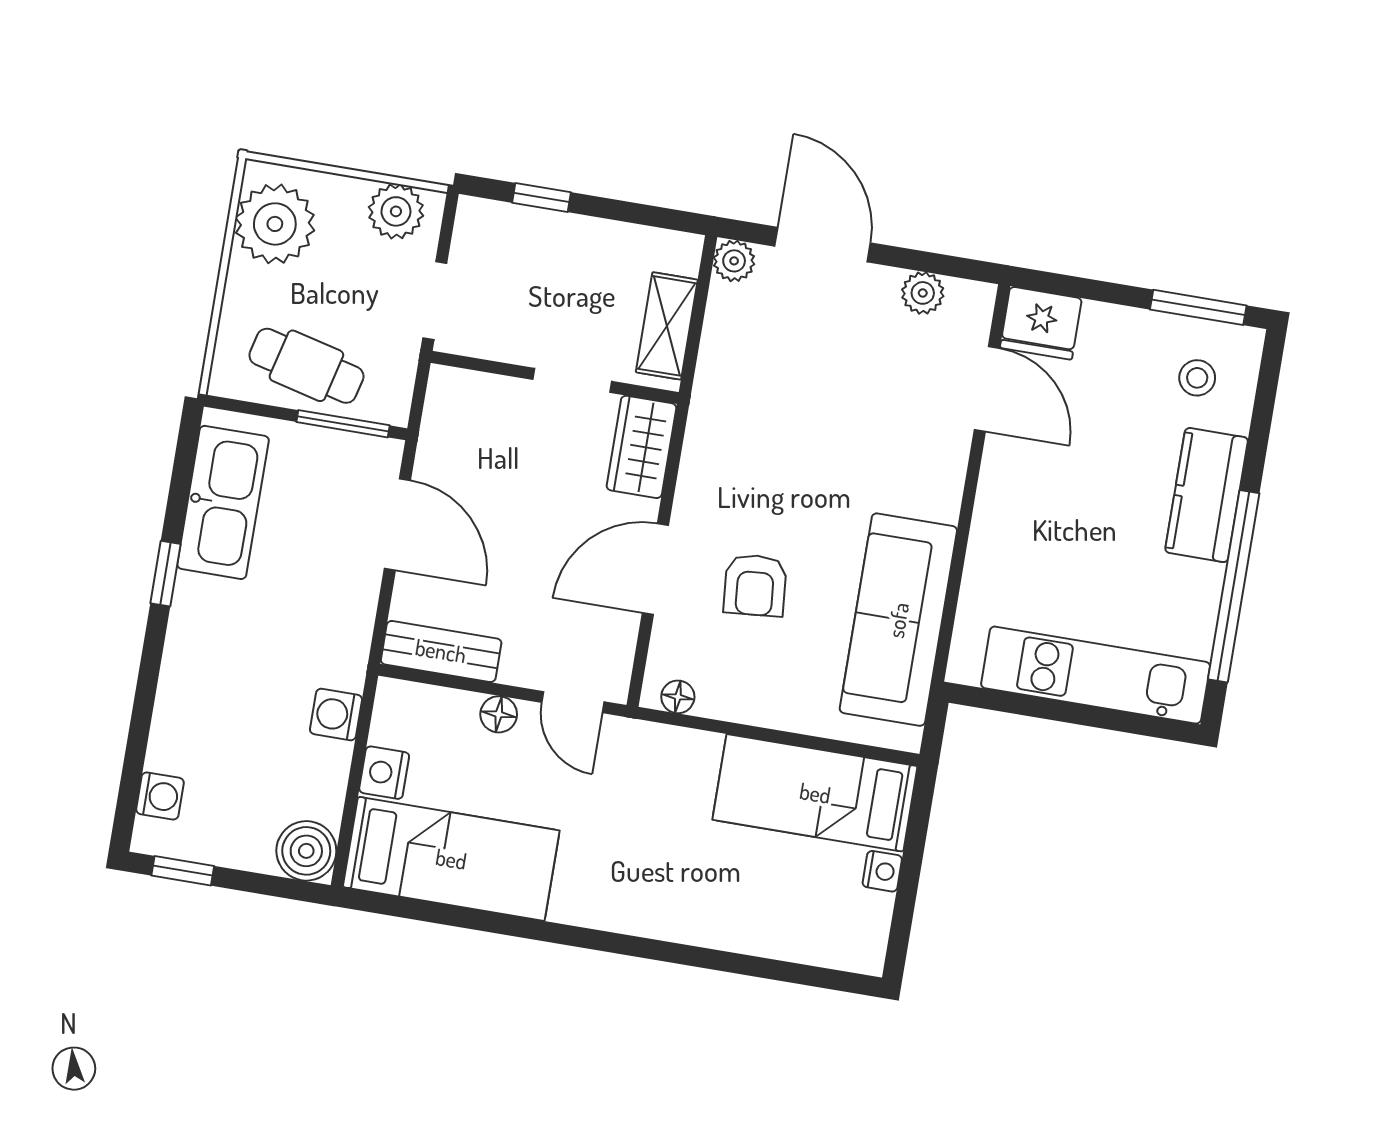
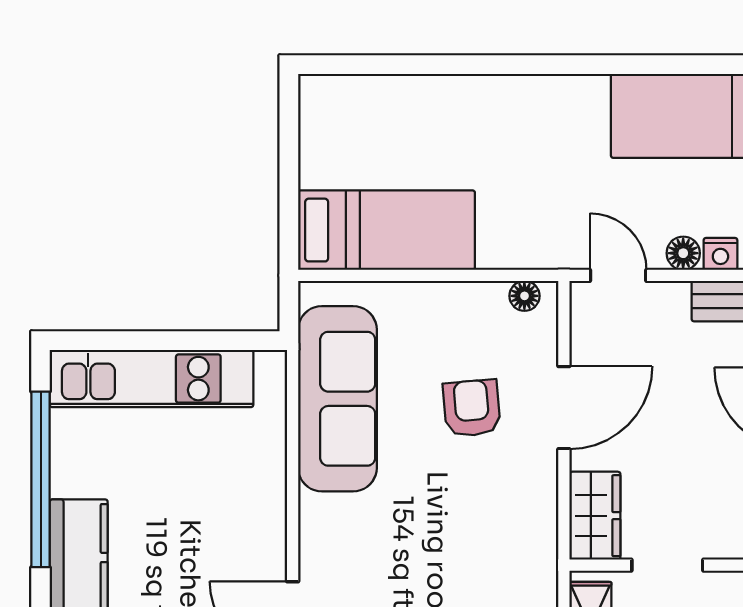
nightstand: (882, 871) -> (720, 254), moved, turned -90

